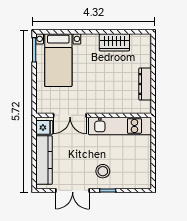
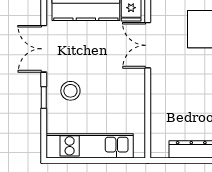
kitchen unit: (120, 126) -> (90, 146), moved, turned 90

